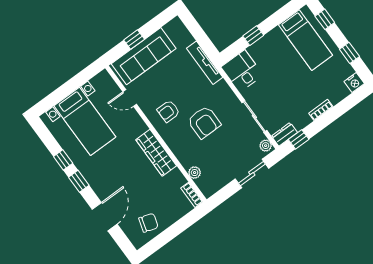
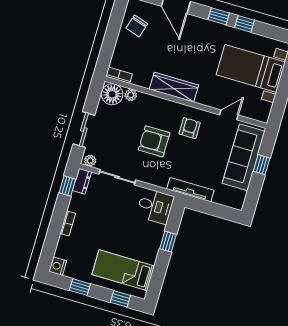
floor lamp: (209, 184) -> (112, 94), added

